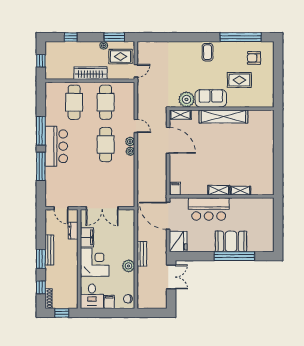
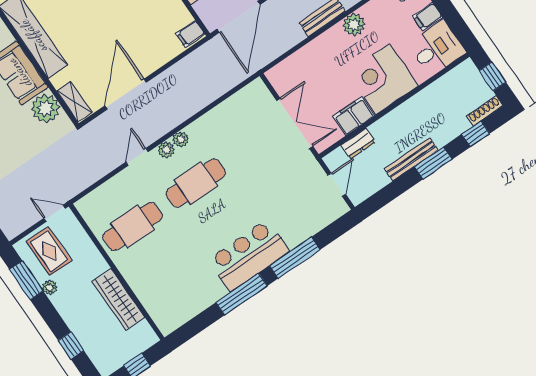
wardrobe: (90, 73) -> (119, 299), moved
cafe table: (74, 102) -> (165, 274), removed

